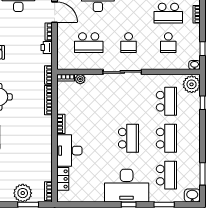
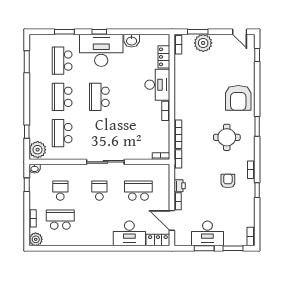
plant: (80, 79) -> (147, 155), removed
washbasin: (192, 195) -> (132, 41), moved

